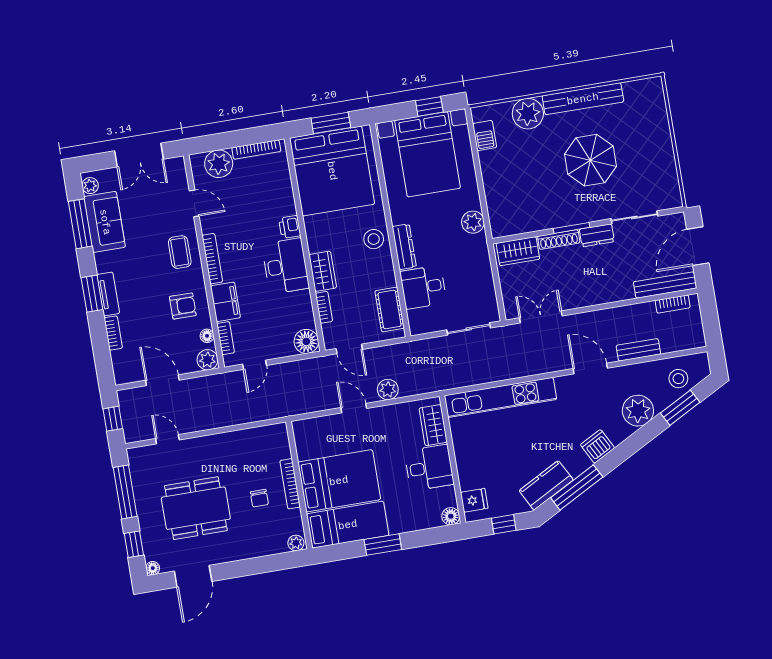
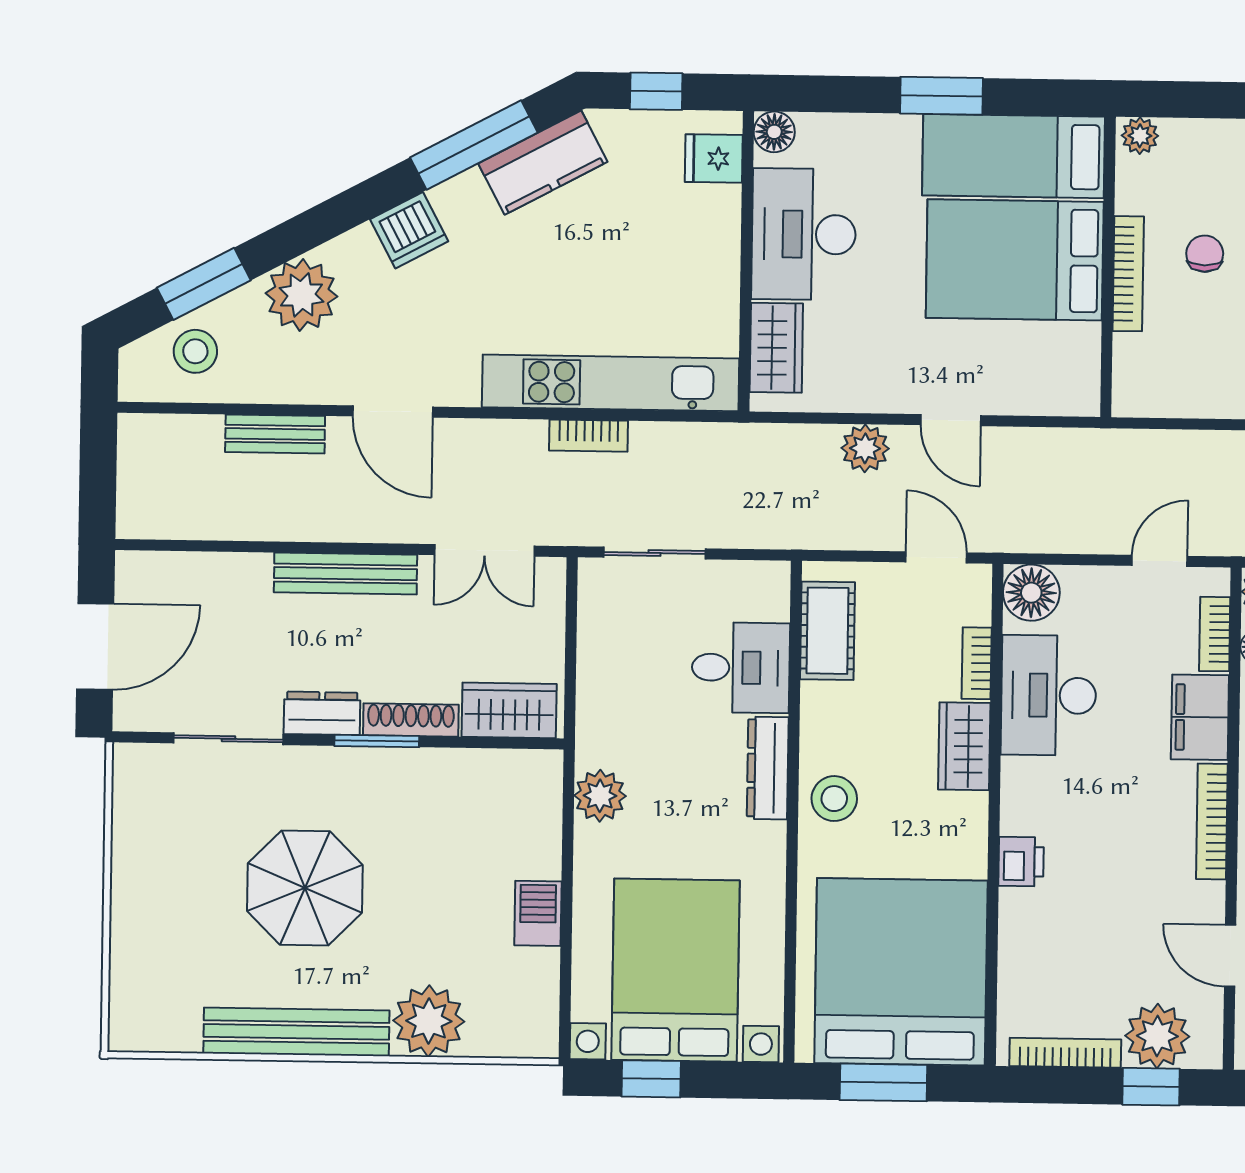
barbecue: (485, 136) -> (538, 913), moved
window: (217, 142) -> (1151, 1087), added
desk: (285, 266) -> (1049, 695), moved
bench: (665, 285) -> (345, 574), moved
bookcase: (673, 304) -> (589, 436), moved, turned 180
desk: (429, 468) -> (804, 234), width x1.37

